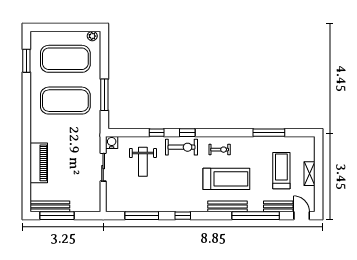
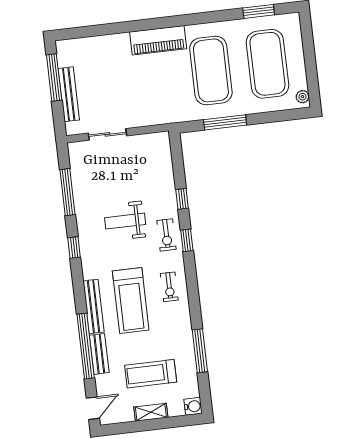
water cooler: (112, 142) -> (193, 406), moved
exercise bike: (182, 147) -> (166, 235), width x0.73, depth x0.72
weight bench: (143, 162) -> (125, 221), moved
piano: (39, 163) -> (158, 40), moved
sliding door: (103, 167) -> (107, 134), moved
treadmill: (281, 171) -> (151, 374), turned 180
bench: (50, 206) -> (69, 94), moved
bench: (278, 206) -> (99, 354), moved

